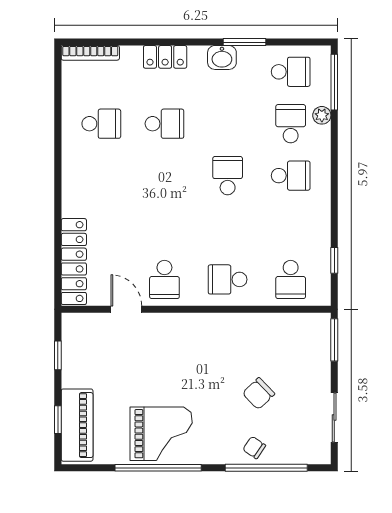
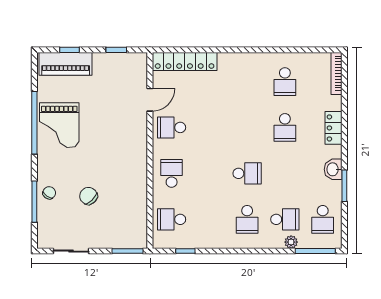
window: (266, 468) -> (34, 202), width x0.68

